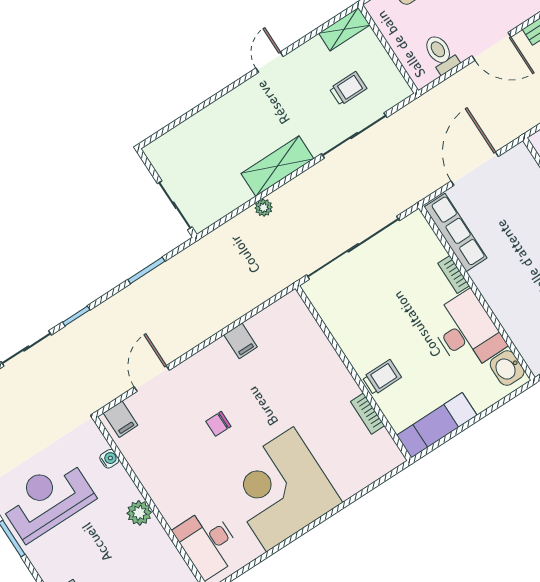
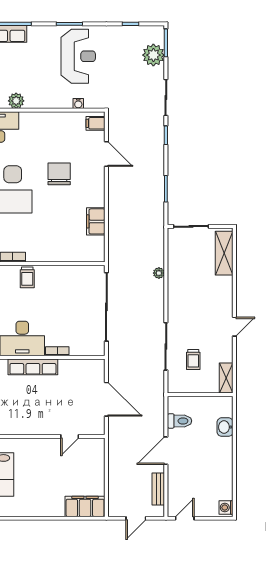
door: (270, 62) -> (234, 327), hinge flipped
shelving: (277, 166) -> (224, 253), moved
row of seats: (456, 232) -> (33, 367), moved
filing cabinet: (241, 341) -> (96, 221), width x2.00
chair: (218, 424) -> (59, 174), width x1.87, depth x1.87
plant: (139, 513) -> (16, 101), moved

